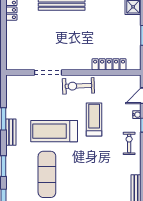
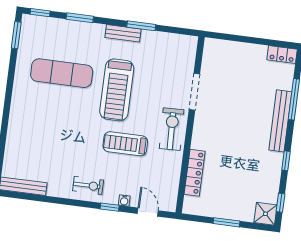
treadmill: (94, 119) -> (125, 144), turned 180
treadmill: (54, 131) -> (117, 90), turned 180

